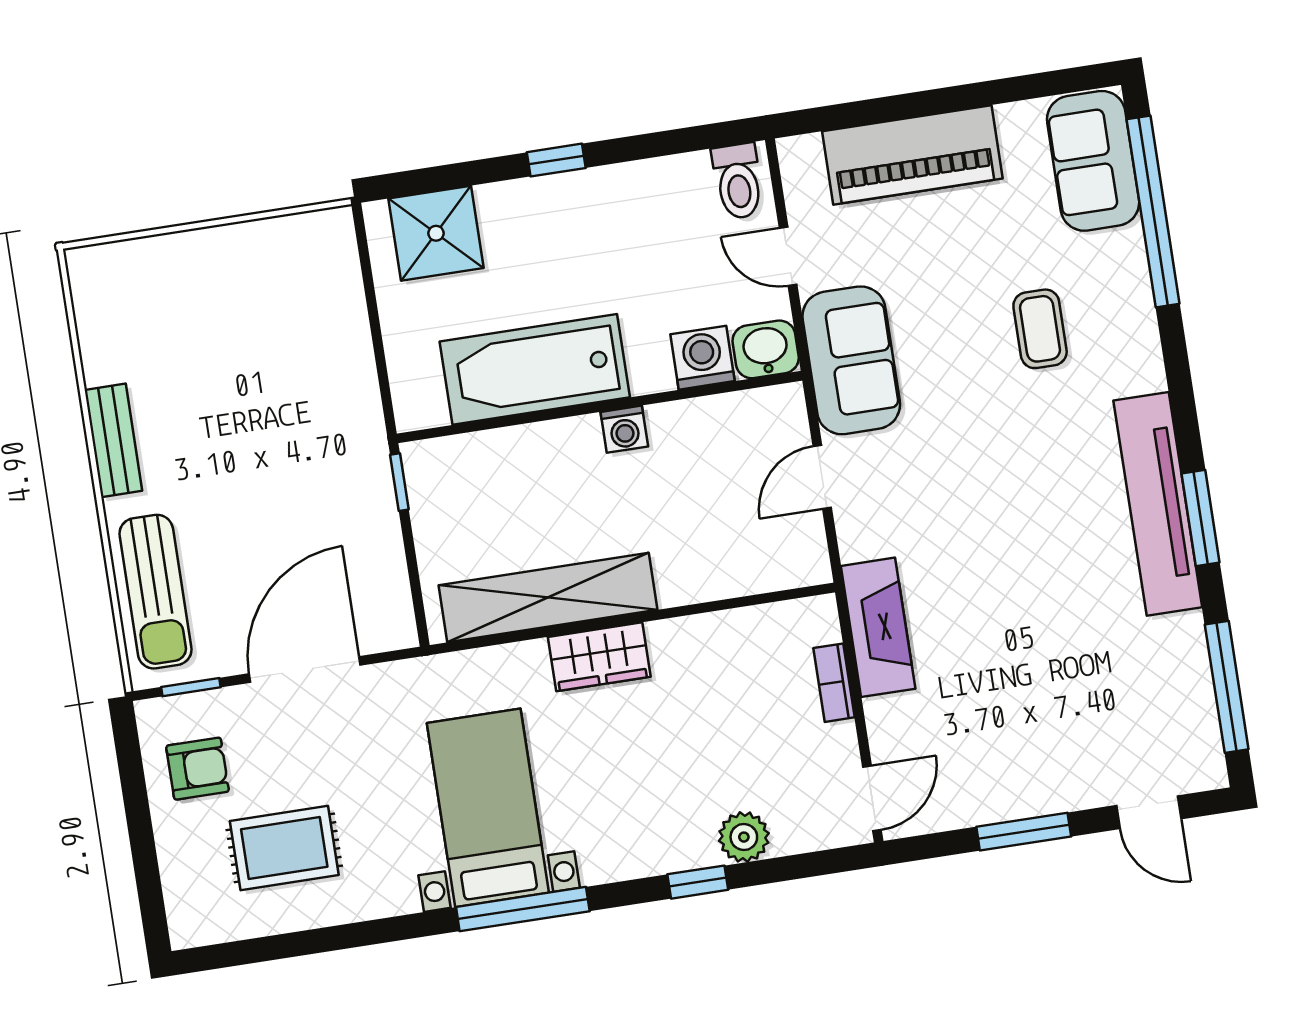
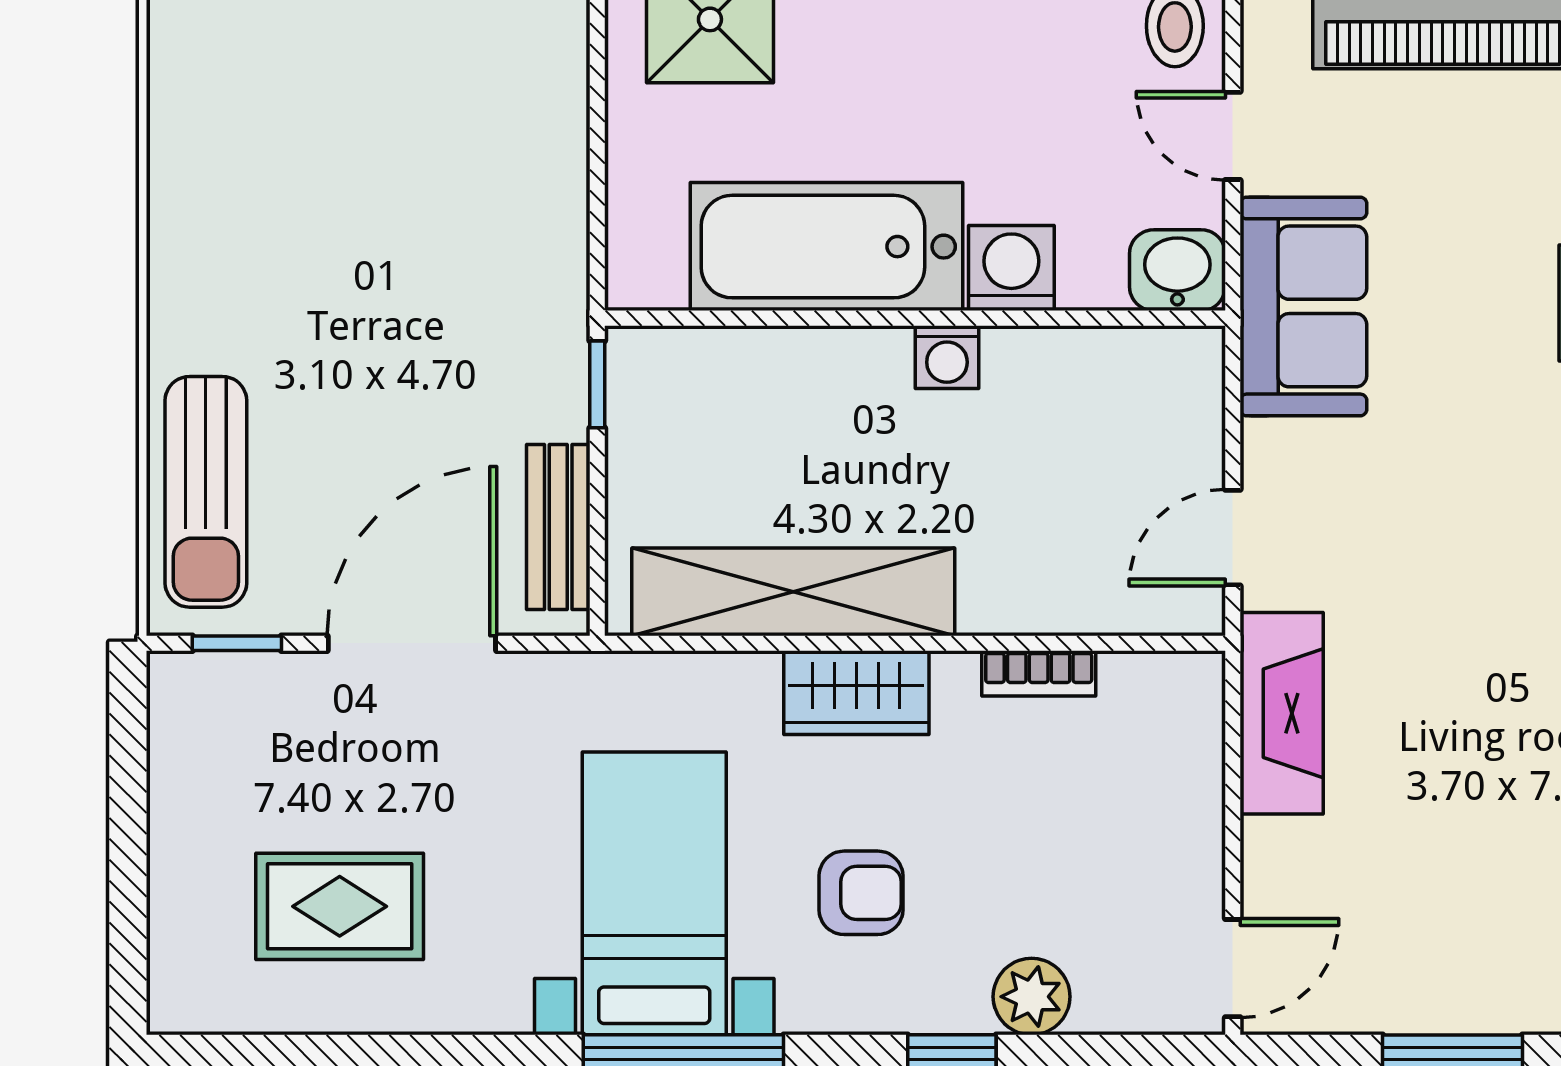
washing machine: (703, 358) -> (1011, 268), moved
bench: (113, 440) -> (558, 527), moved
door: (822, 477) -> (1233, 538), moved
bookcase: (834, 683) -> (1039, 673), moved, turned -90
armchair: (198, 769) -> (861, 893), moved

